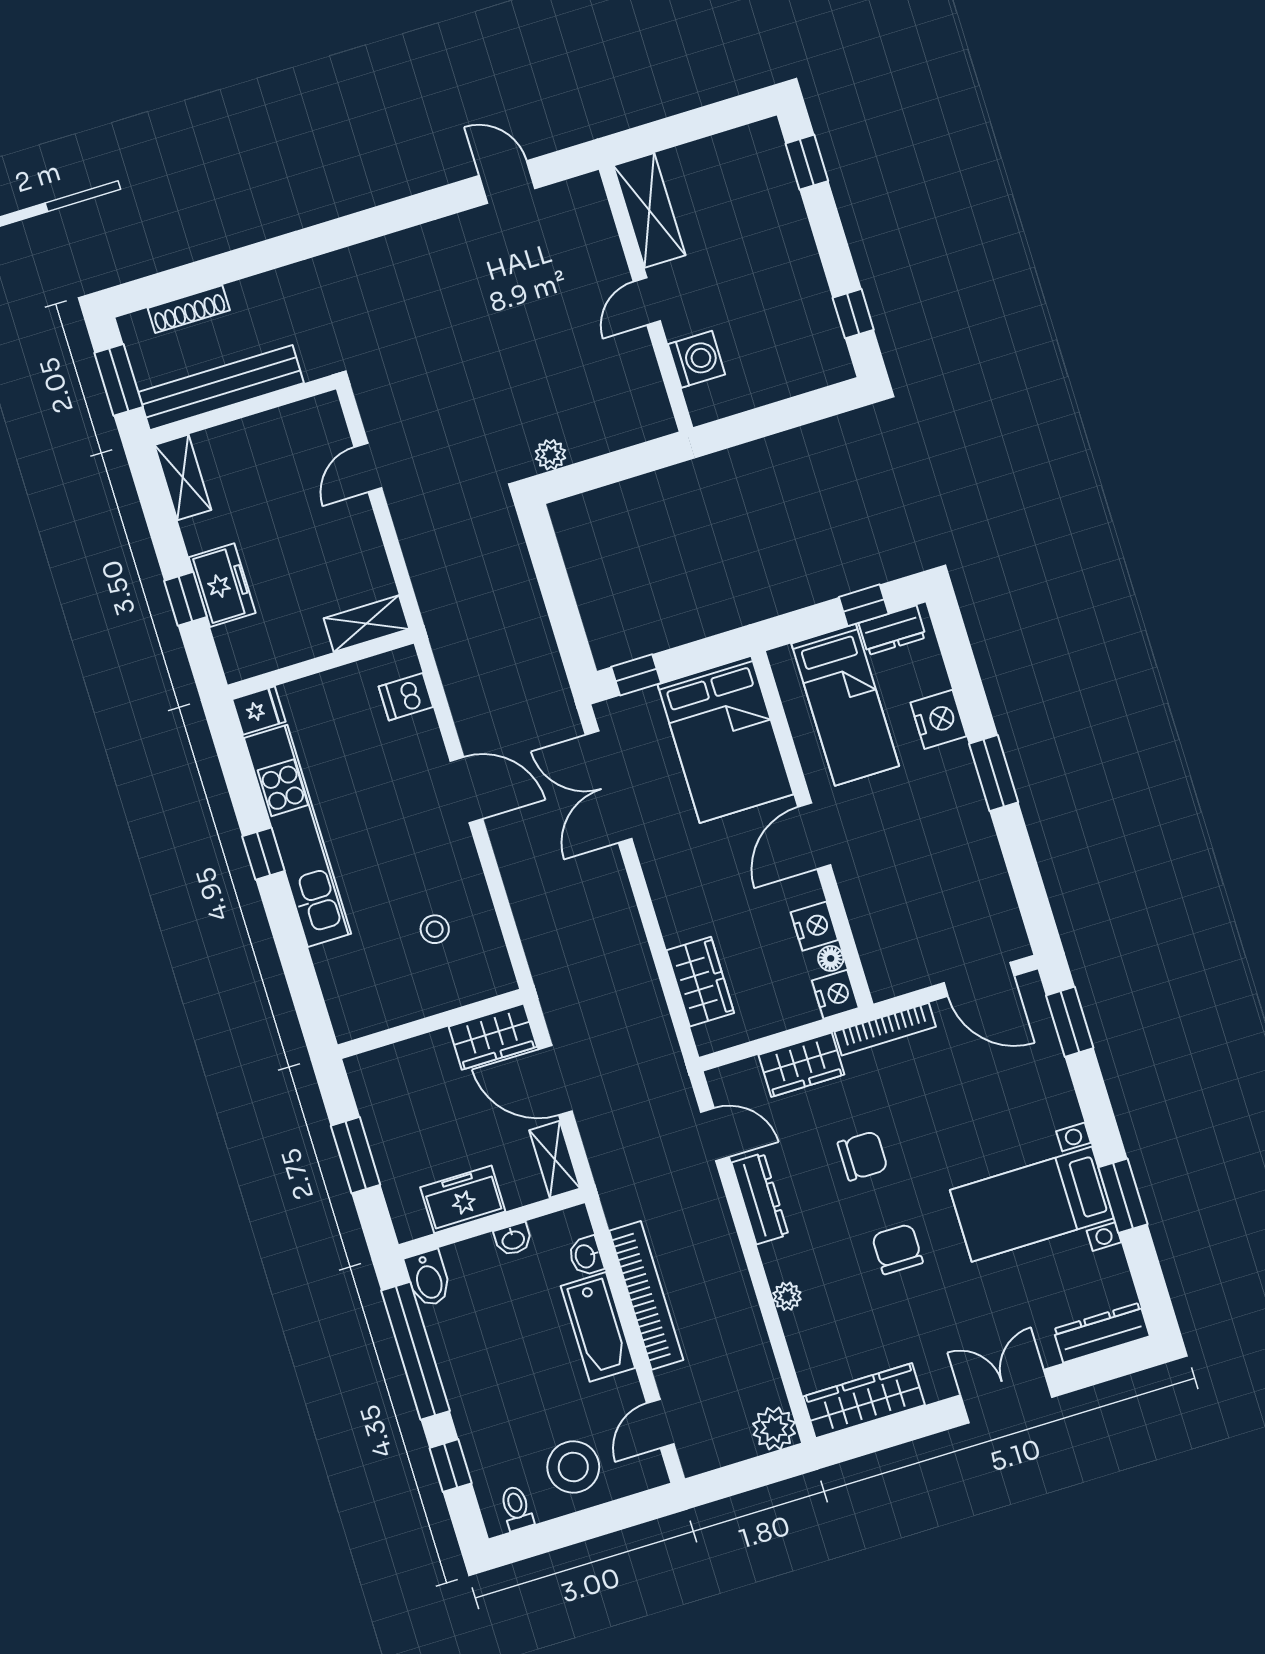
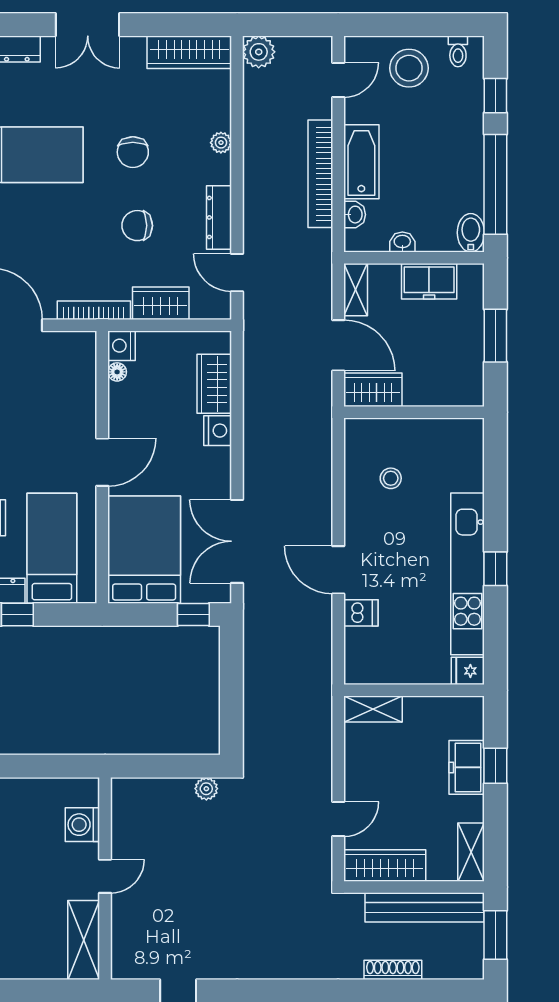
shoe rack: (189, 309) -> (393, 970), moved
wardrobe: (289, 426) -> (385, 865), added
dishwasher: (406, 697) -> (361, 613), moved
double door: (609, 787) -> (237, 541), swing flipped
nightstand: (814, 926) -> (218, 431), moved, turned 180

